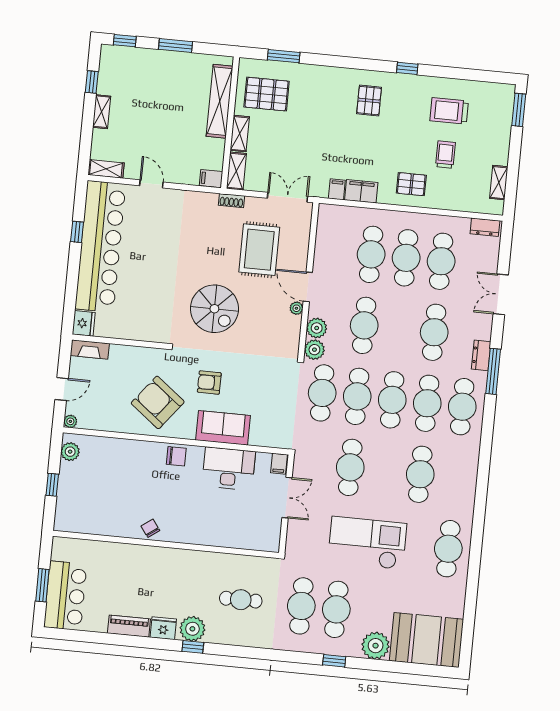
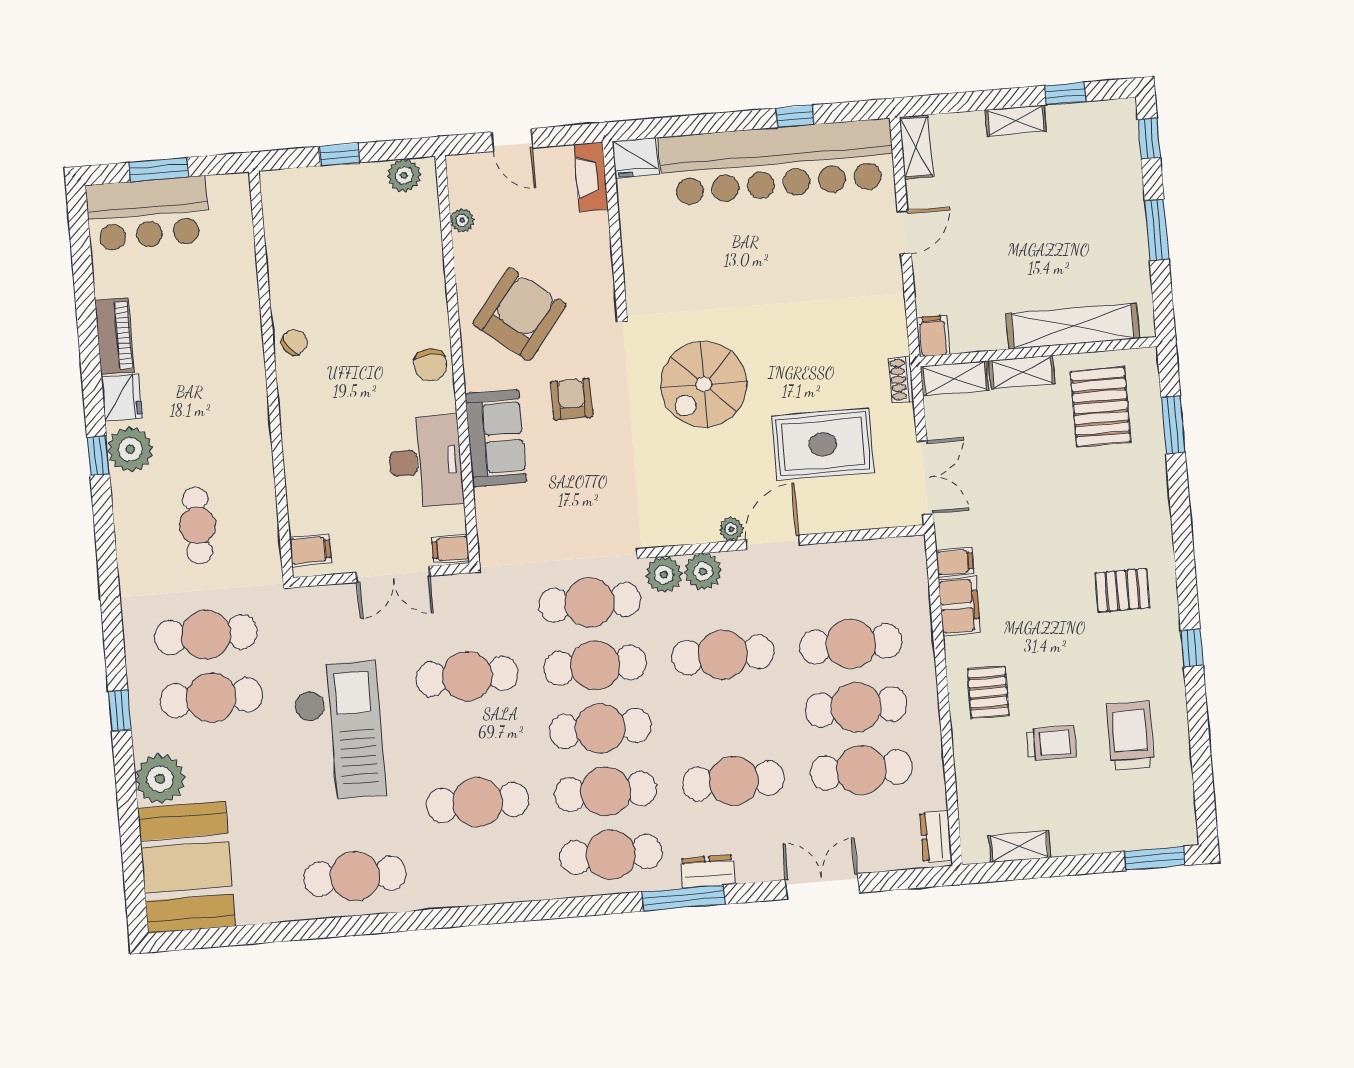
plant: (70, 421) -> (462, 220), moved
filing cabinet: (266, 540) -> (310, 550), added

